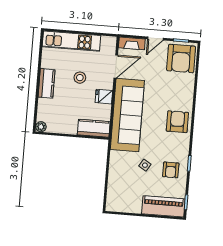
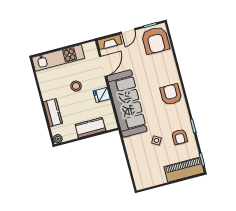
kitchen counter: (47, 83) -> (53, 113), moved
kitchen counter: (94, 128) -> (90, 128), moved

